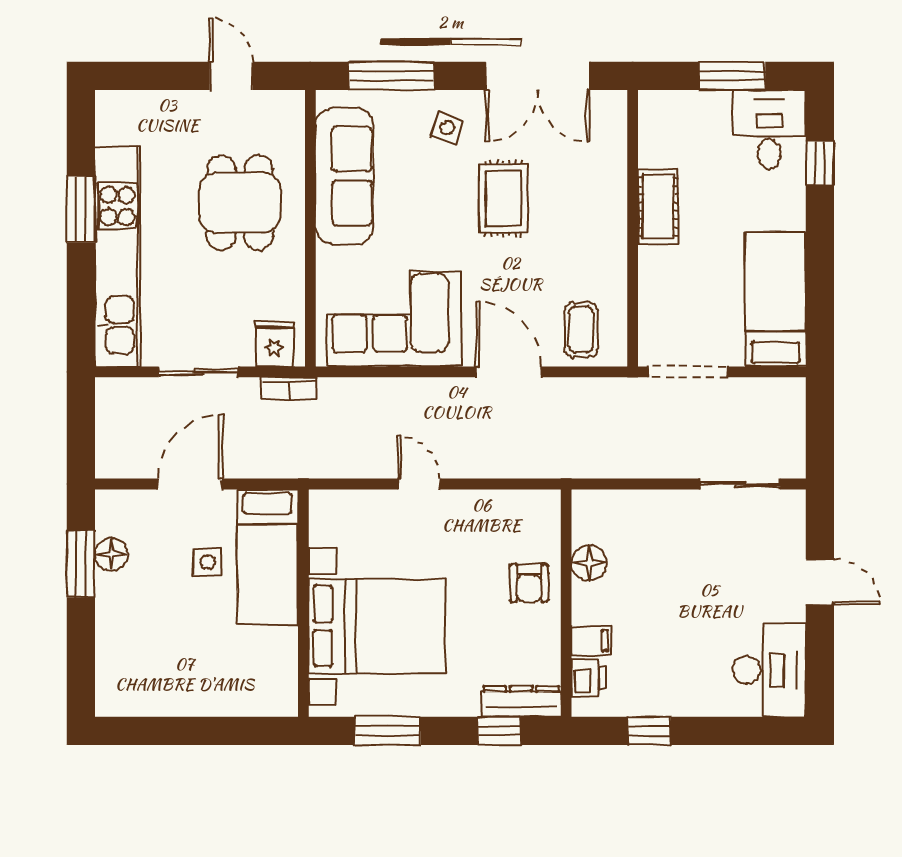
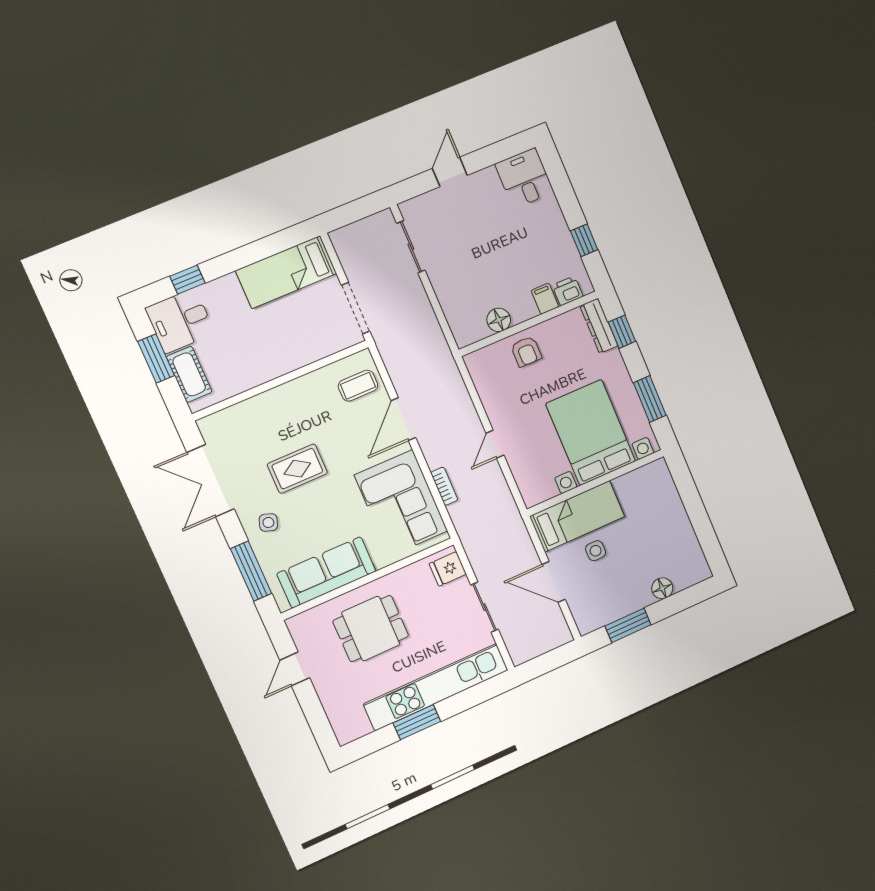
double door: (538, 76) -> (211, 481), swing flipped
cot: (658, 207) -> (189, 374), moved, turned 90
bookcase: (289, 388) -> (444, 486), moved
floor lamp: (111, 554) -> (662, 588), moved
armchair: (529, 583) -> (526, 351), turned 90
desk: (769, 670) -> (524, 178), width x0.73

